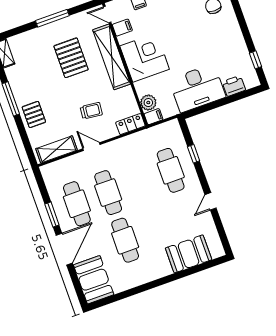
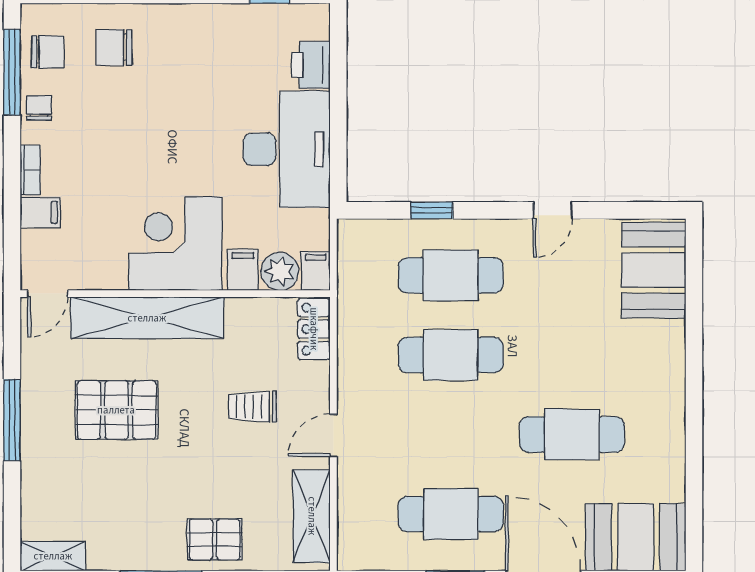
filing cabinet: (122, 28) -> (243, 270), moved
trolley: (91, 111) -> (252, 407), turned -96
cafe table: (108, 193) -> (451, 355), moved
door: (211, 201) -> (553, 210), hinge flipped
booth: (189, 254) -> (654, 270), moved

